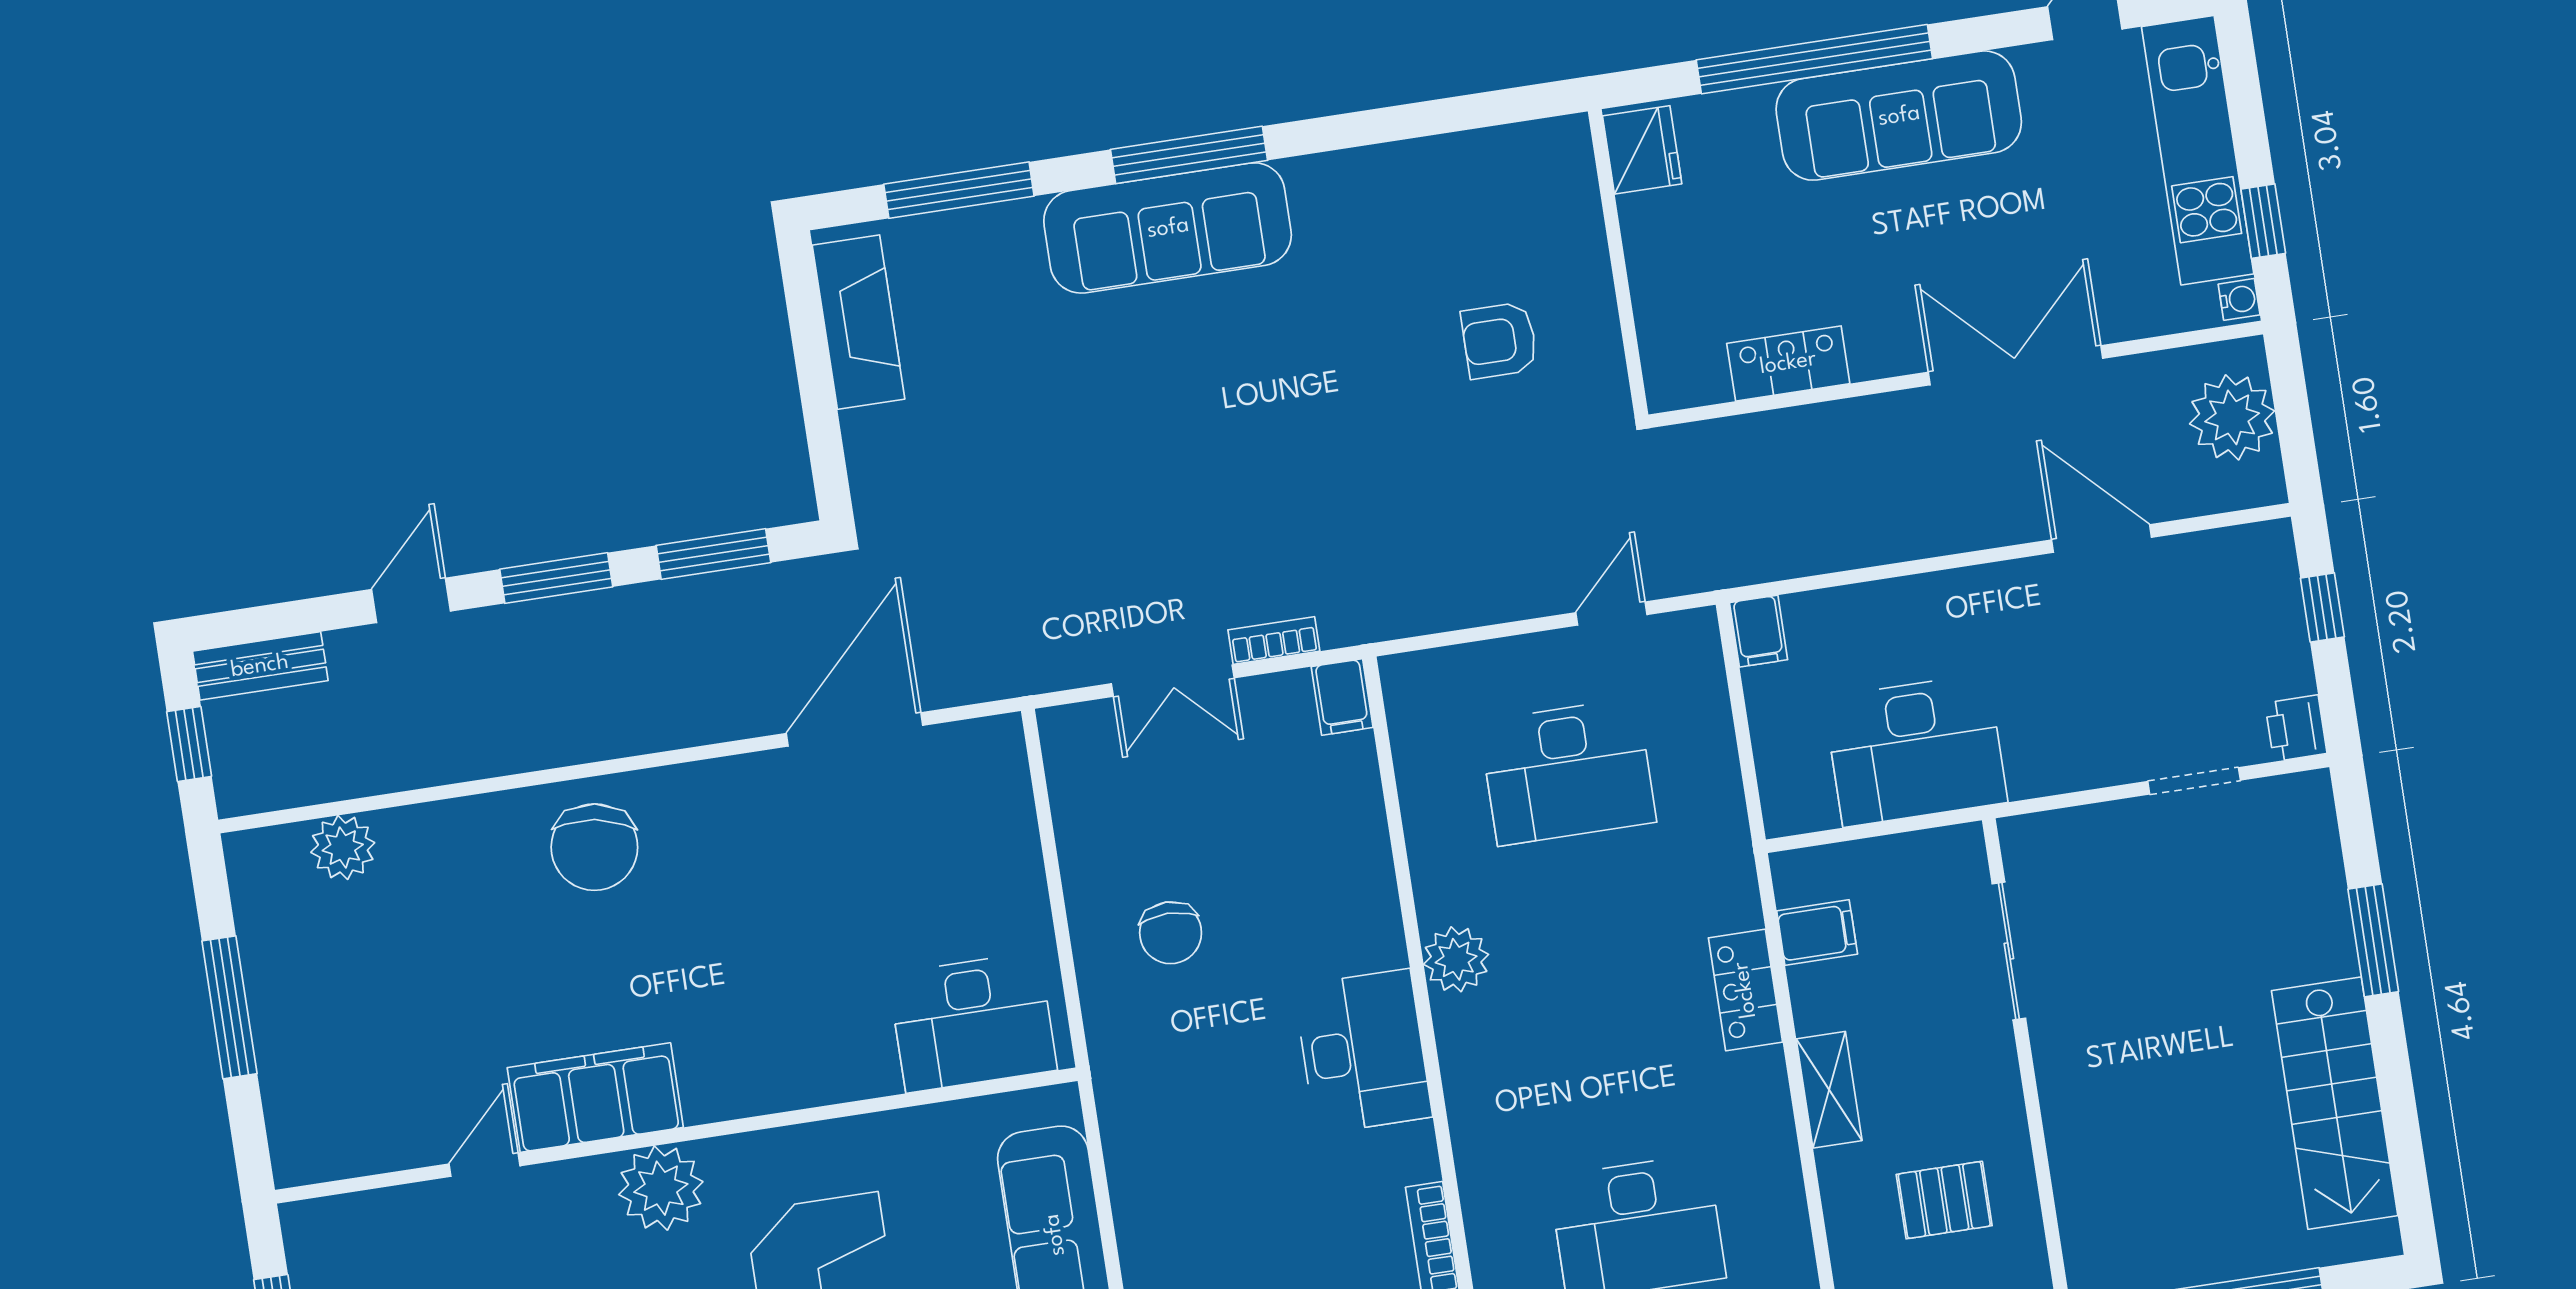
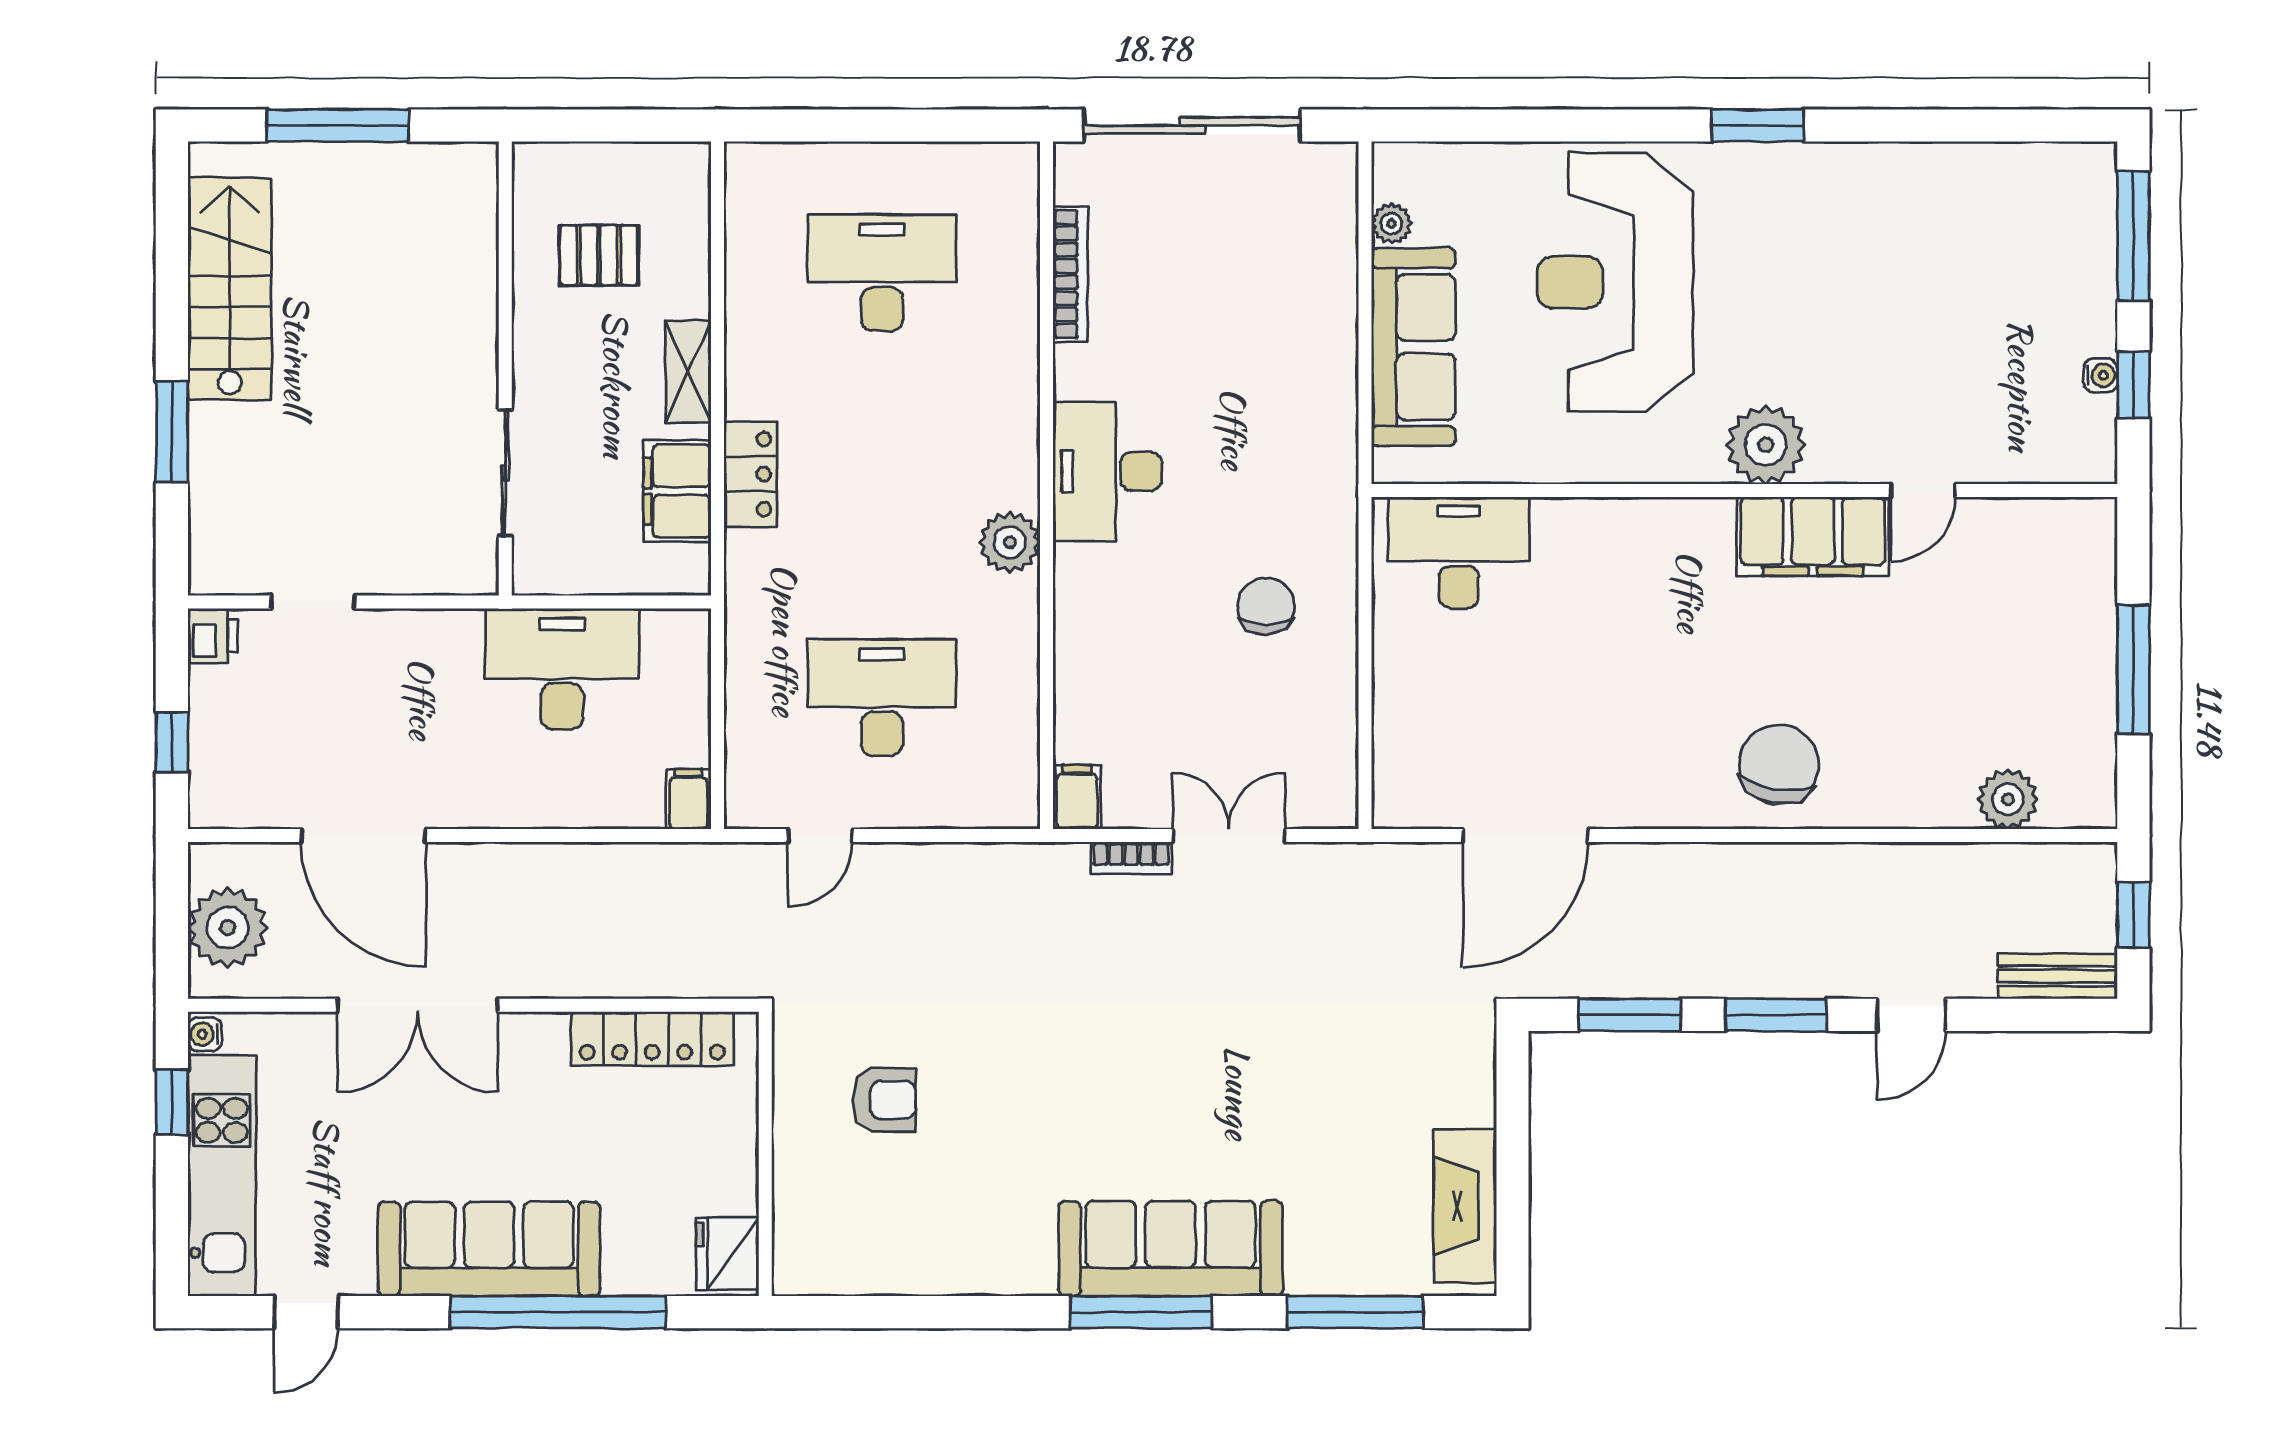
locker: (1788, 363) -> (652, 1039), width x1.53
door: (2102, 539) -> (363, 836), width x1.36
filing cabinet: (1817, 932) -> (677, 491), width x2.00

